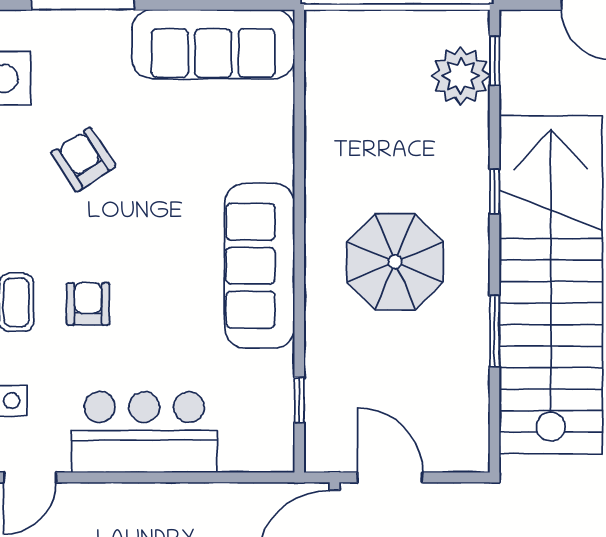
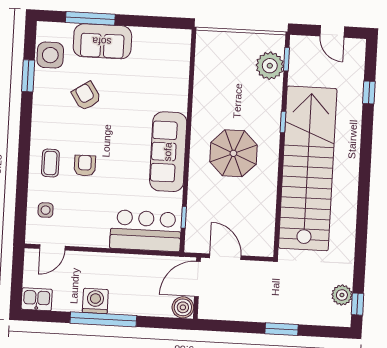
sofa: (213, 44) -> (102, 41), moved, width x0.73
window: (495, 331) -> (279, 189), removed
bar counter: (144, 432) -> (146, 231), moved

